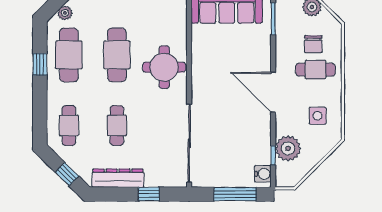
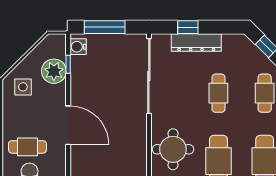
side table: (318, 116) -> (23, 87), moved
dresser: (118, 178) -> (196, 43), moved

